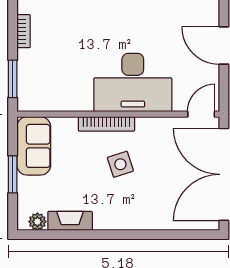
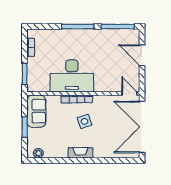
desk: (133, 82) -> (72, 76), moved
door: (201, 114) -> (129, 94), hinge flipped
fireplace: (70, 221) -> (80, 153), moved

